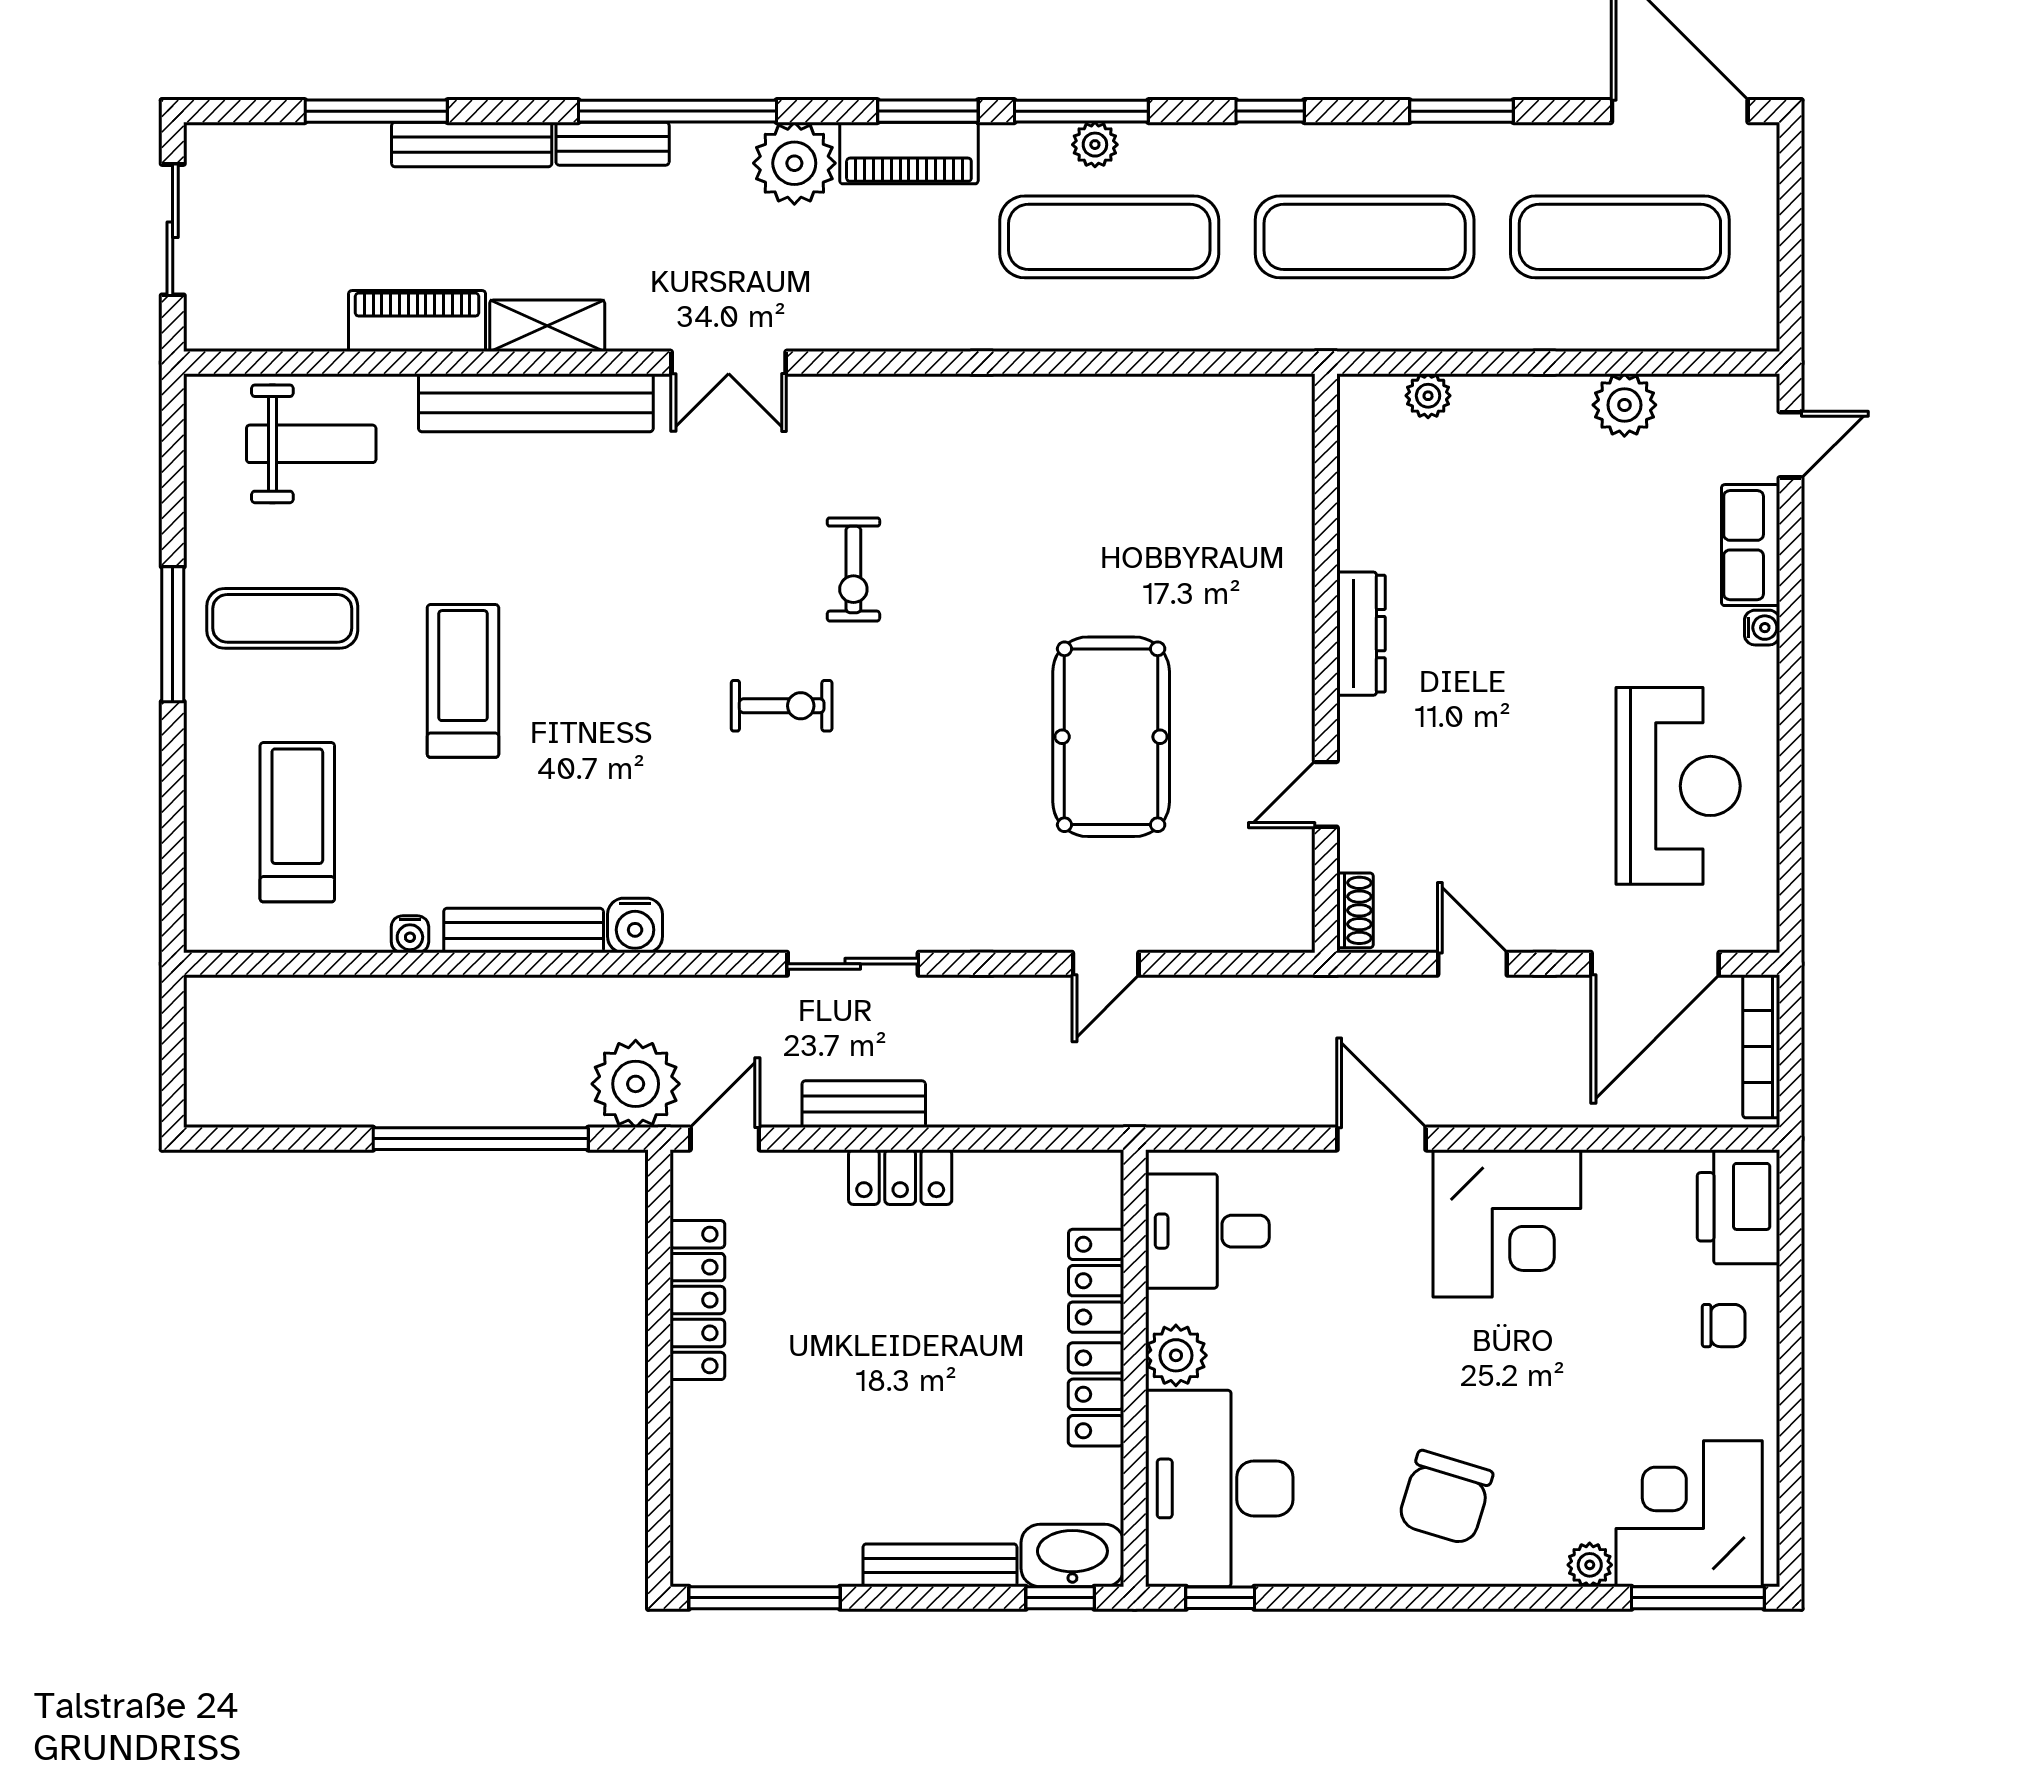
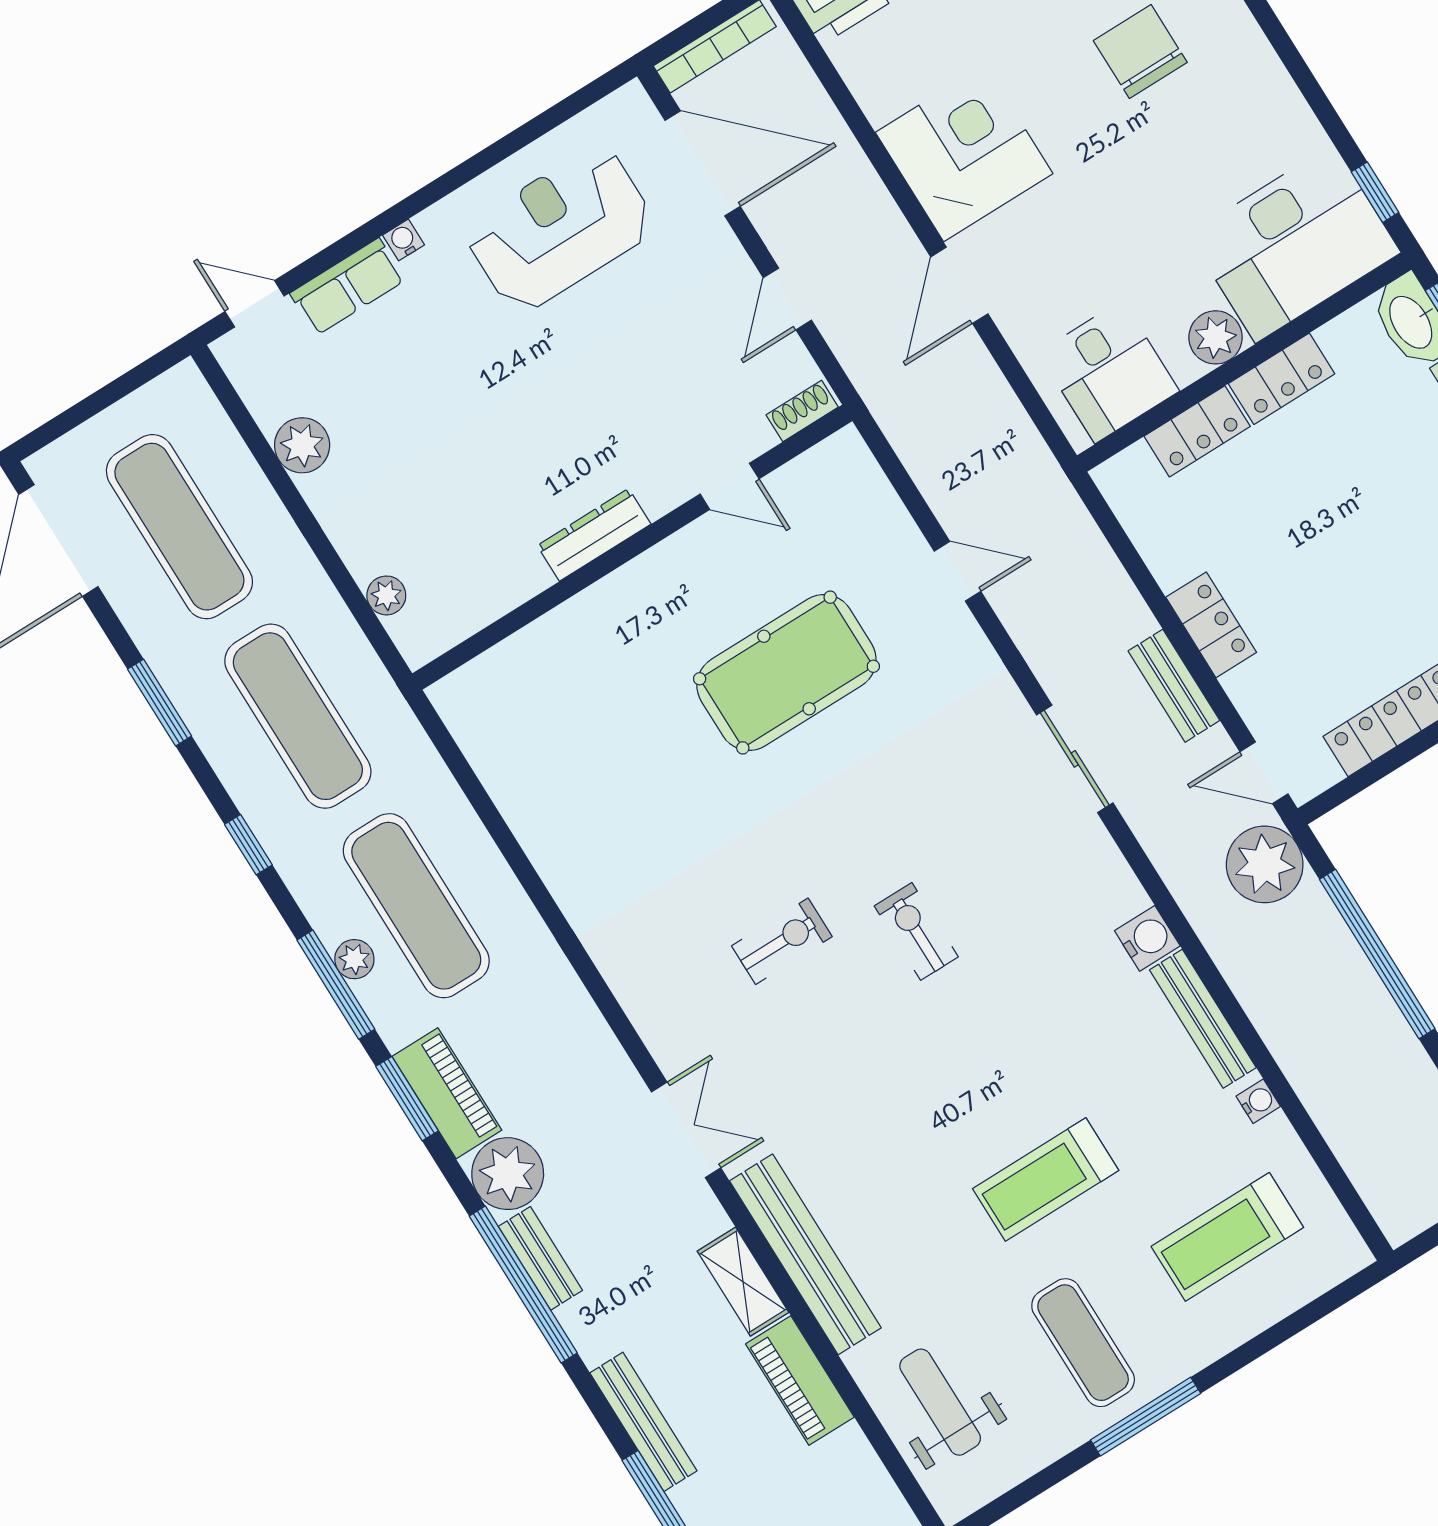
bench: (613, 144) -> (540, 1258), moved
chair: (1445, 1498) -> (1140, 52), moved, turned -107

